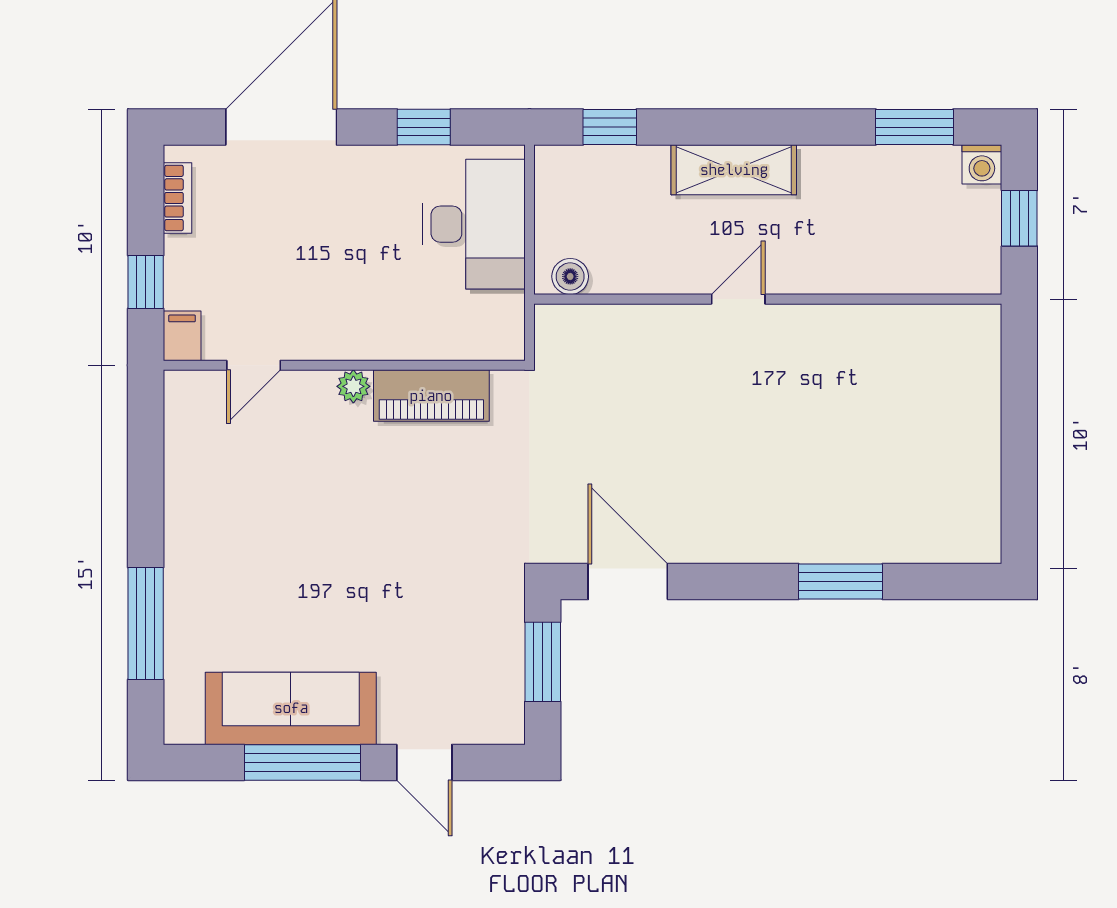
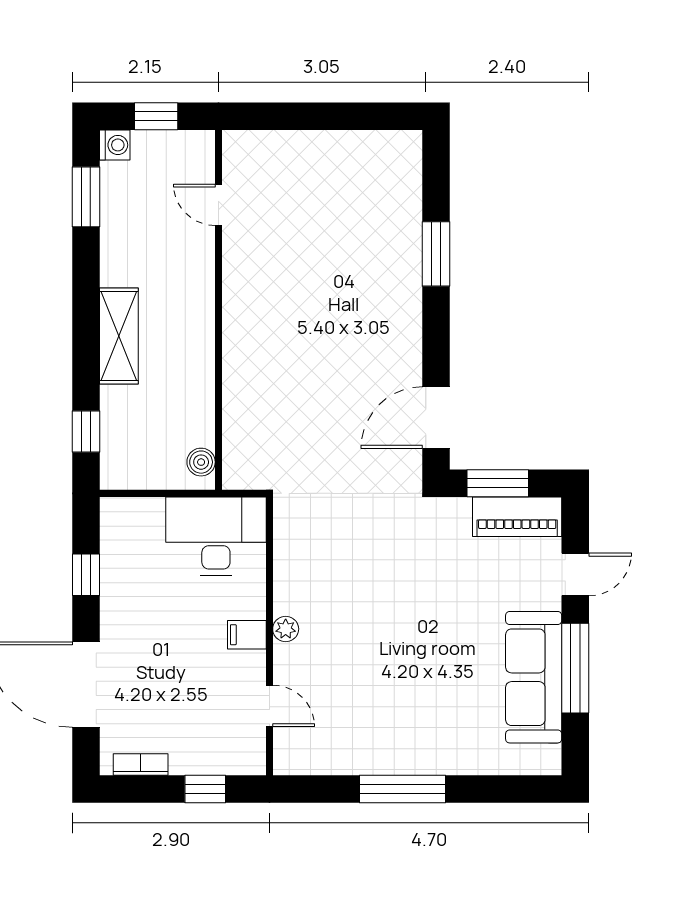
desk: (474, 224) -> (216, 536), moved
door: (738, 299) -> (218, 205), moved
filing cabinet: (182, 336) -> (247, 635), moved
piano: (431, 396) -> (517, 517), moved, turned 90
window: (146, 623) -> (403, 789), moved

